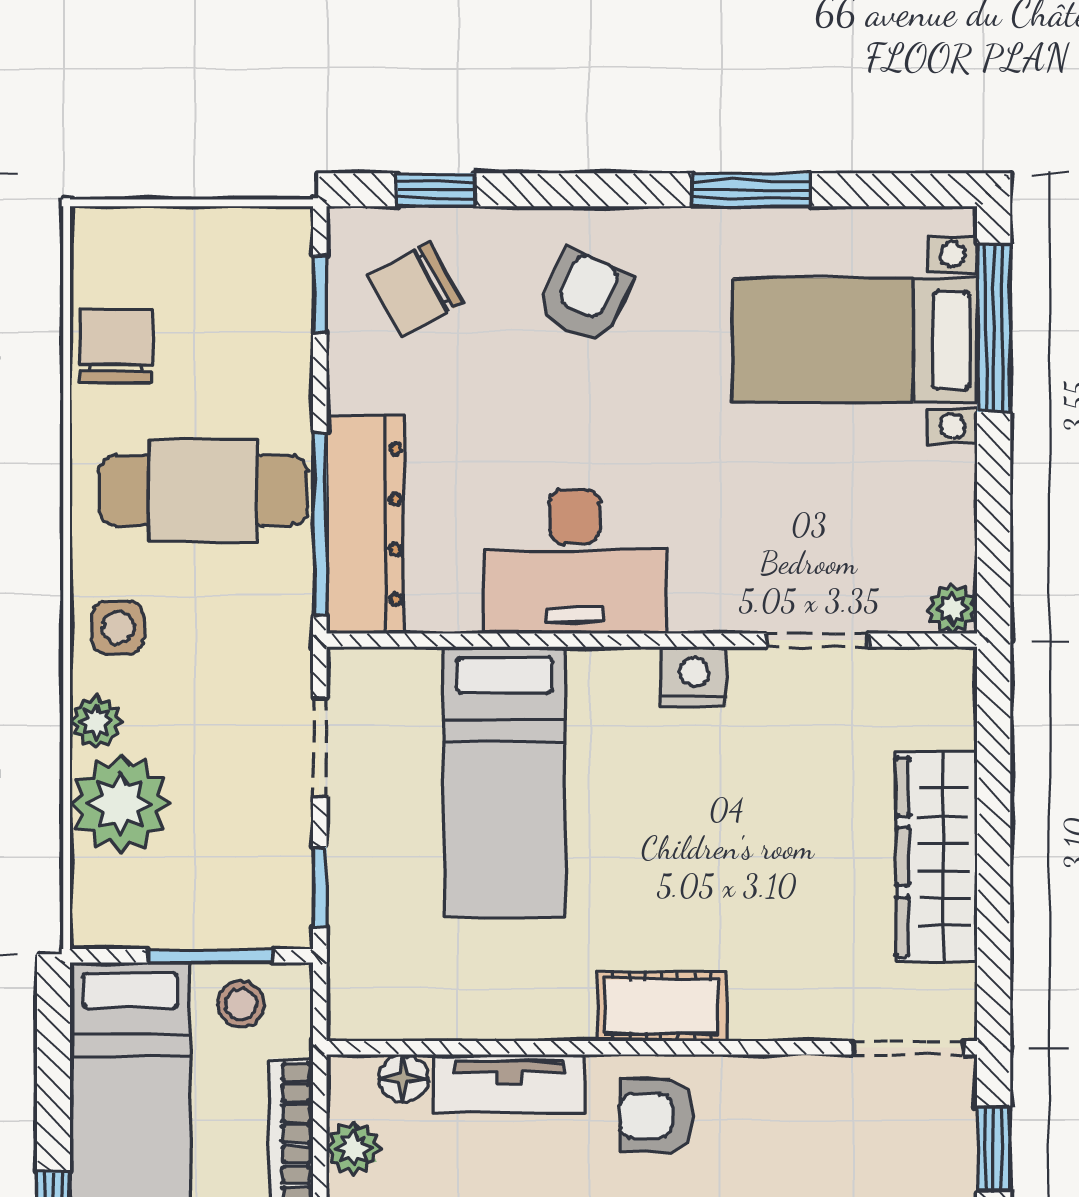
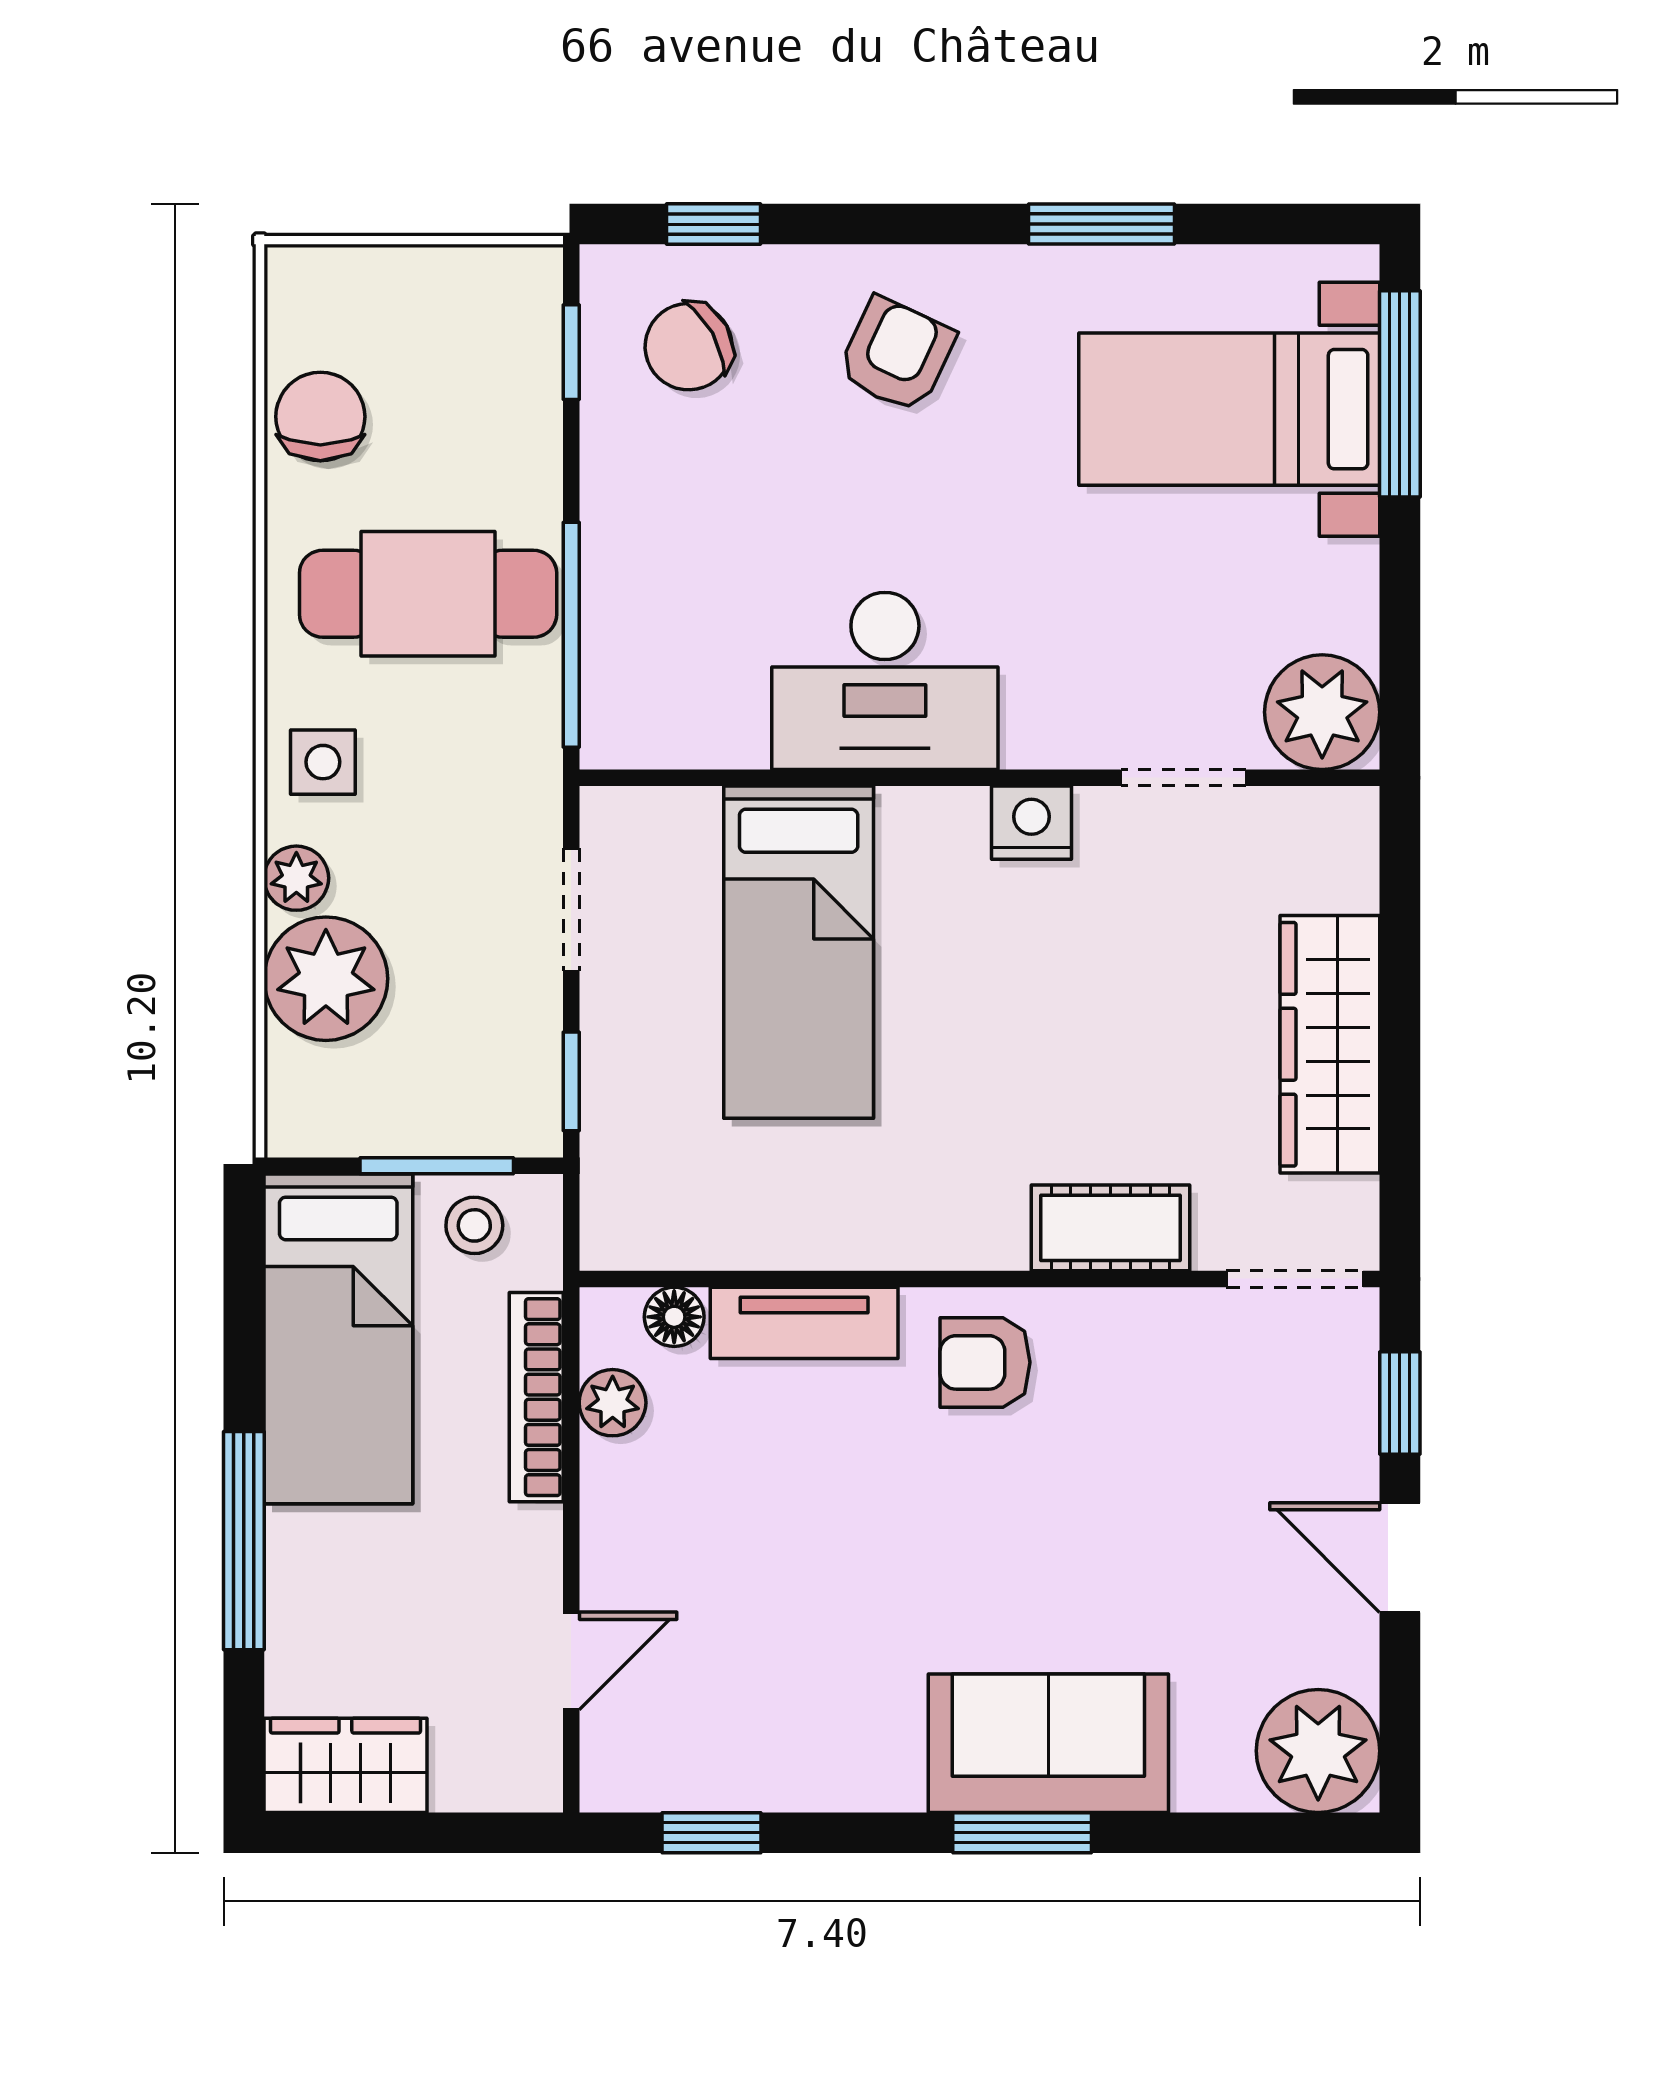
dresser: (365, 524) -> (627, 635), removed
plant: (952, 609) -> (1322, 712), width x1.88, depth x1.88
cot: (662, 1006) -> (1111, 1228), moved

